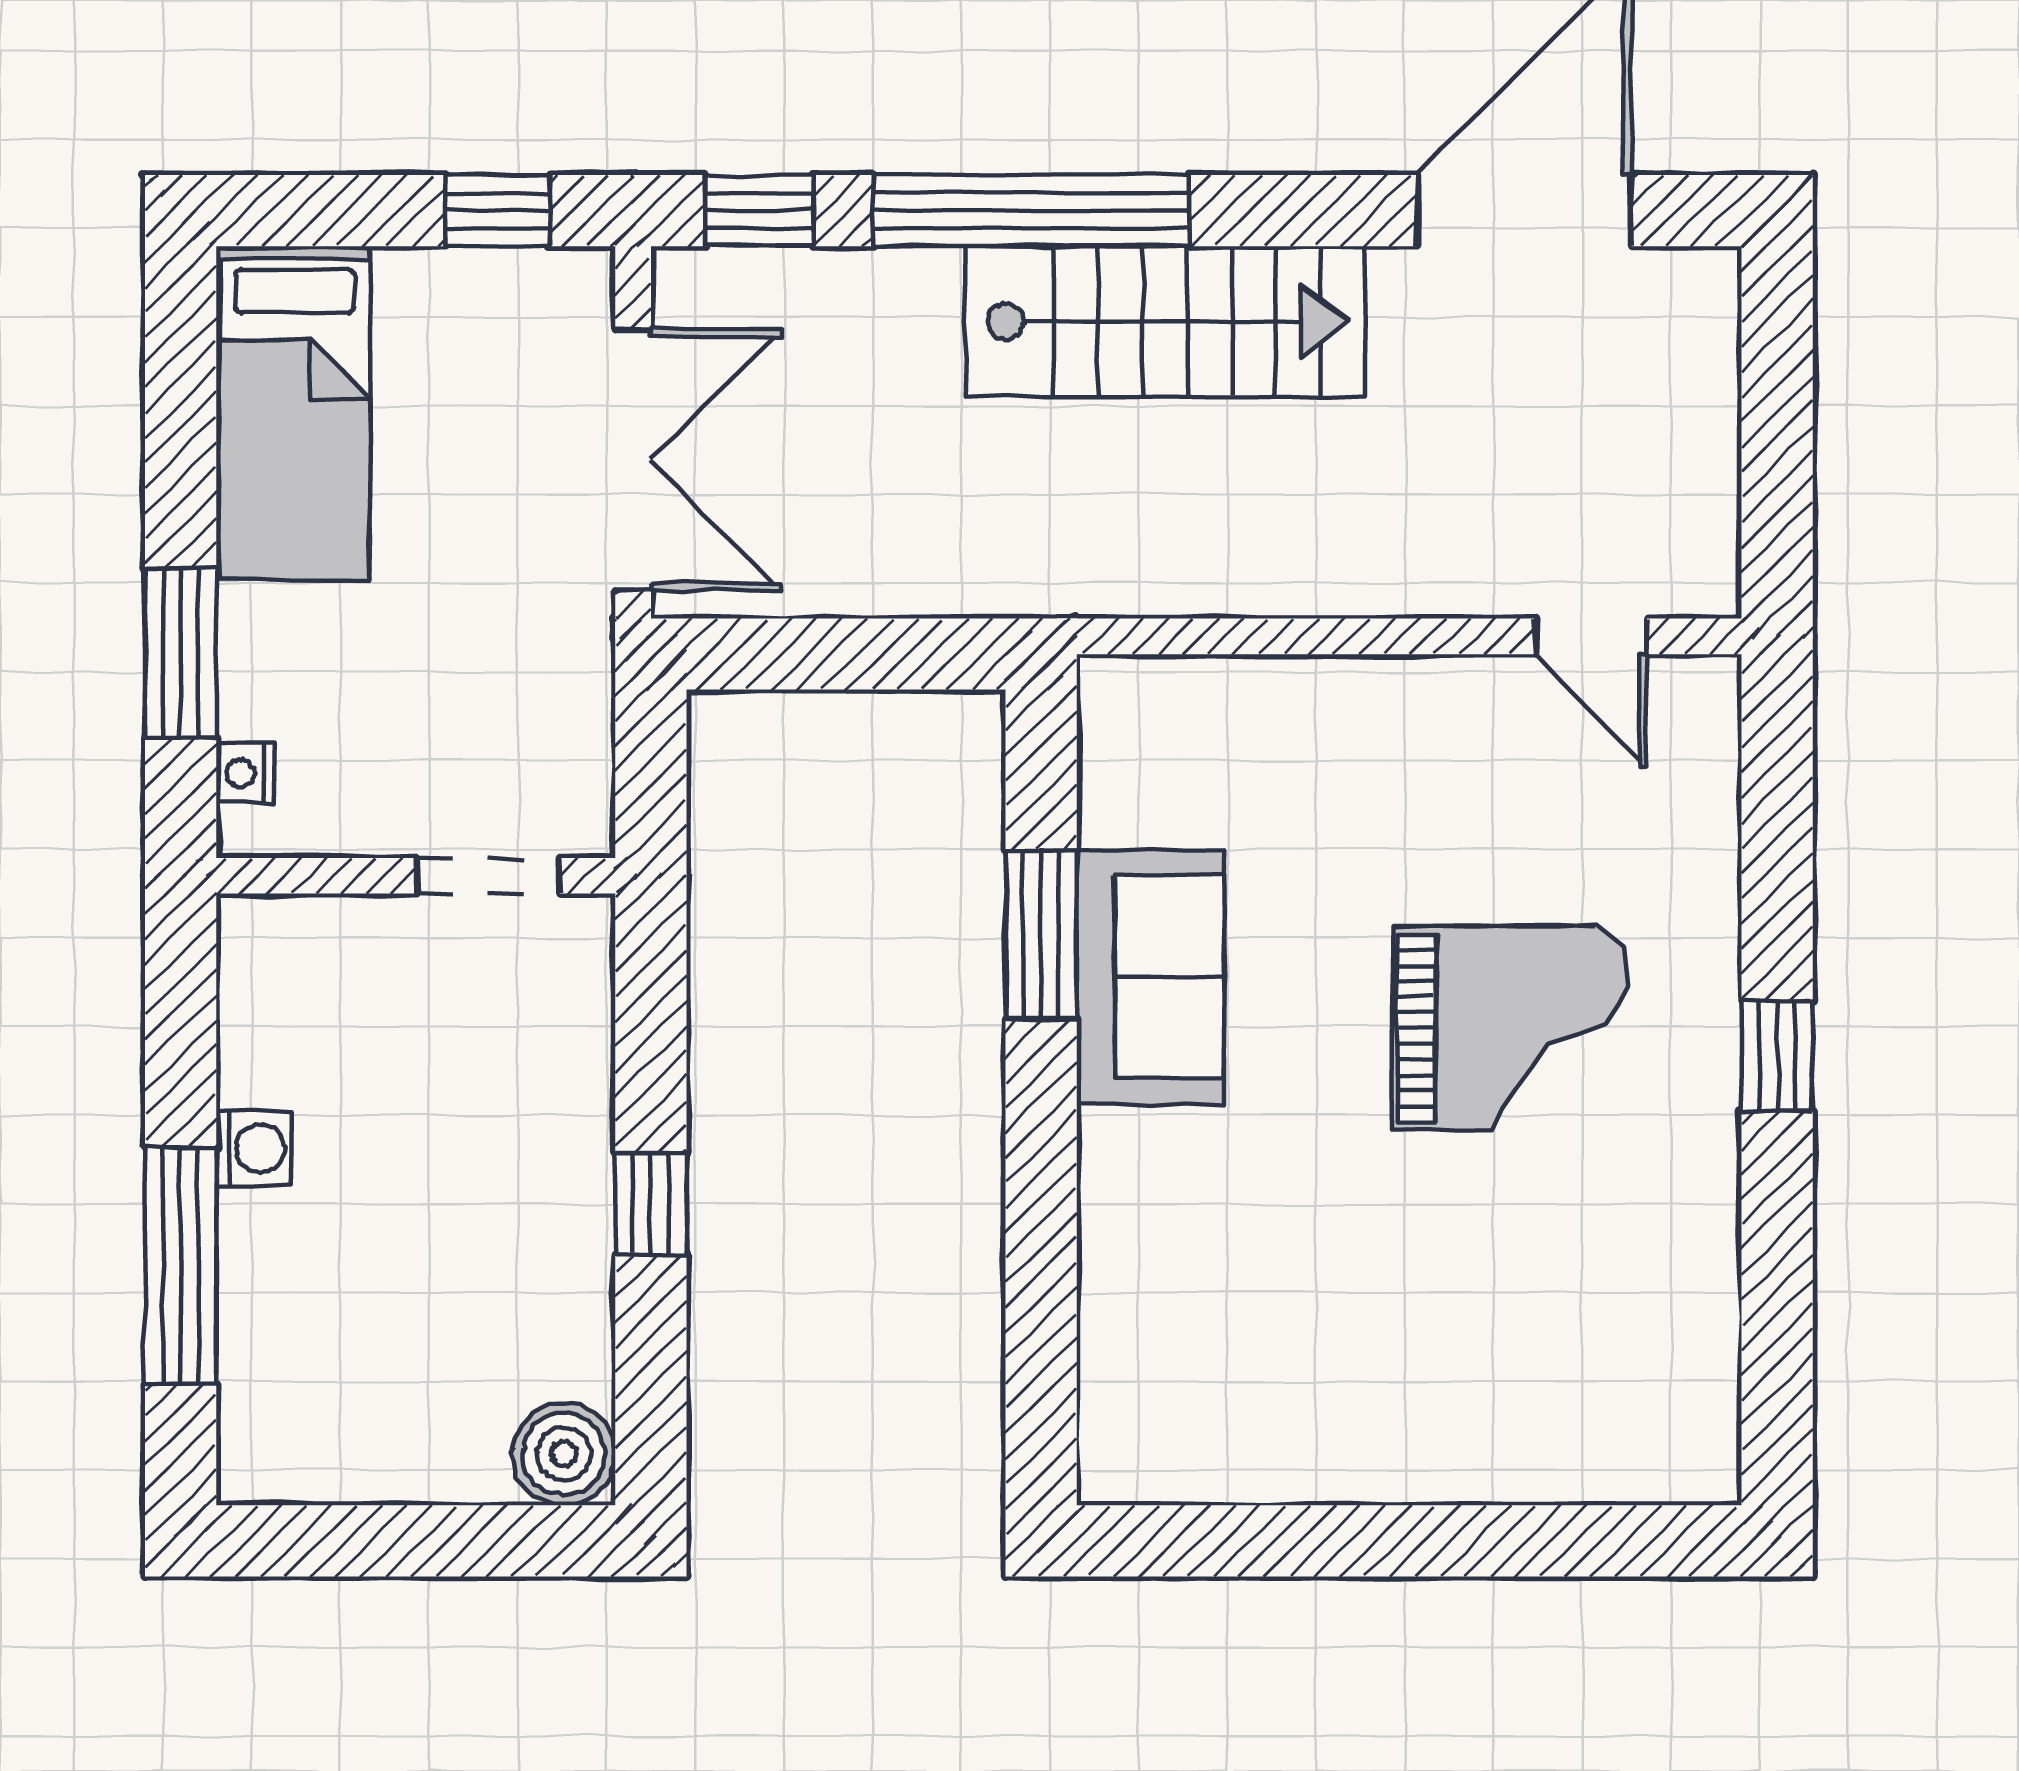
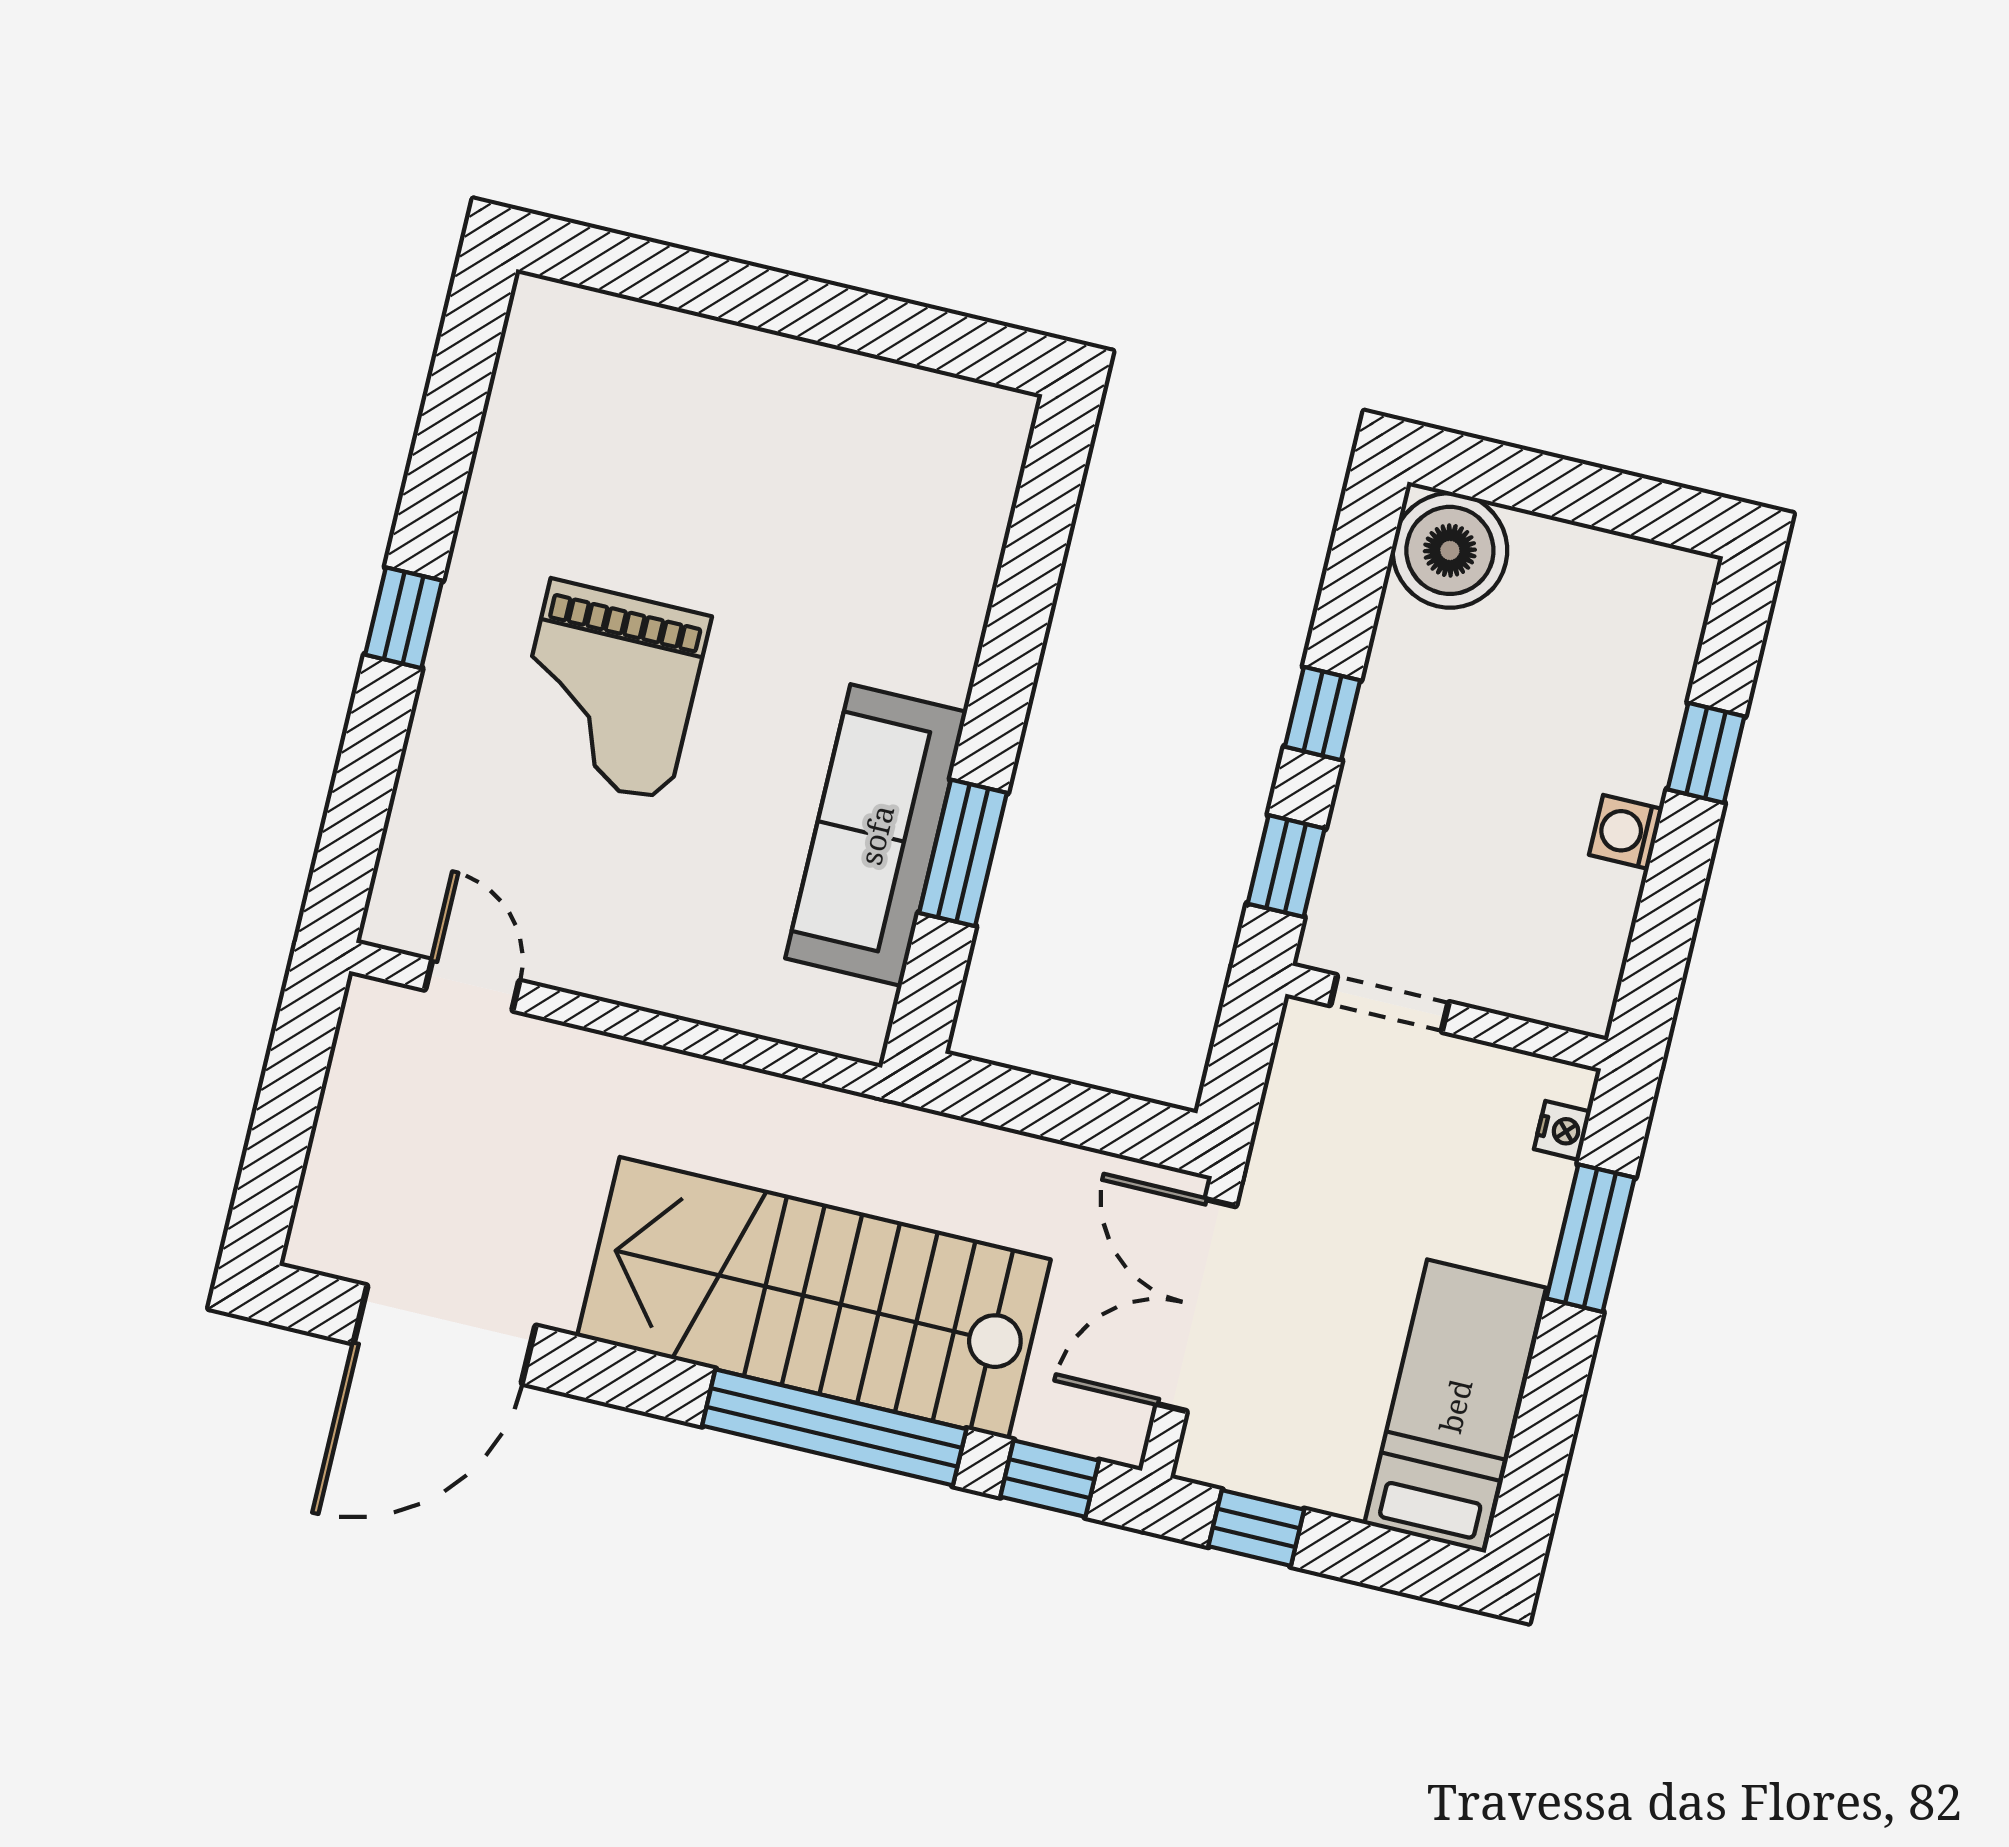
stairs: (1165, 321) -> (814, 1298), width x1.36, depth x1.51
sofa: (1150, 977) -> (876, 835), width x1.36
window: (651, 1011) -> (1286, 866), added
grand piano: (1511, 1028) -> (609, 690), turned -90
window: (181, 1266) -> (1706, 753), width x0.46
boiler: (564, 1454) -> (1450, 550), width x1.37, depth x1.37

